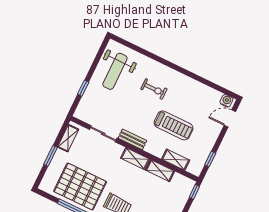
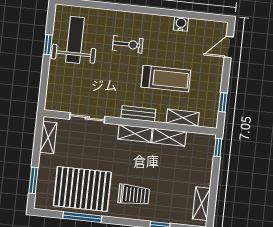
weight bench: (115, 71) -> (75, 40), turned 180
window: (83, 88) -> (48, 45), moved
water cooler: (226, 101) -> (181, 24), moved
bench: (132, 139) -> (138, 114), moved
window: (50, 156) -> (33, 180), moved

